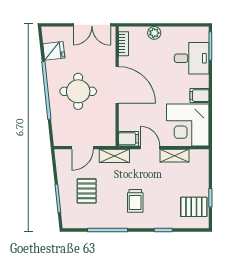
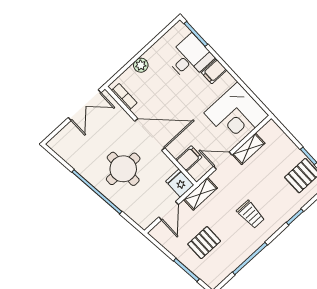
fridge: (54, 51) -> (180, 183), moved, turned -84
filing cabinet: (199, 96) -> (214, 71), moved
filing cabinet: (128, 139) -> (189, 159), moved
pallet: (87, 191) -> (204, 243), turned 90

